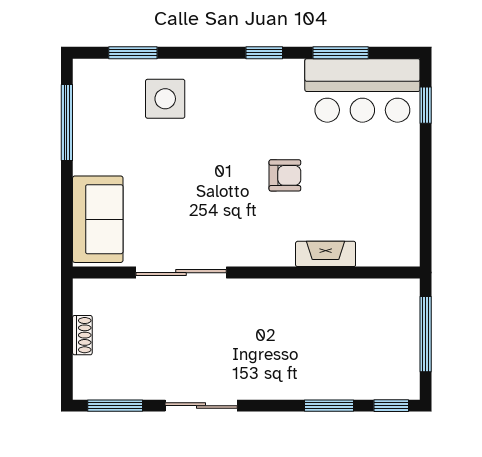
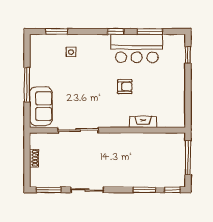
bar counter: (362, 90) -> (137, 48), moved
side table: (165, 99) -> (71, 52), width x0.54, depth x0.54
window: (67, 123) -> (27, 85), moved

